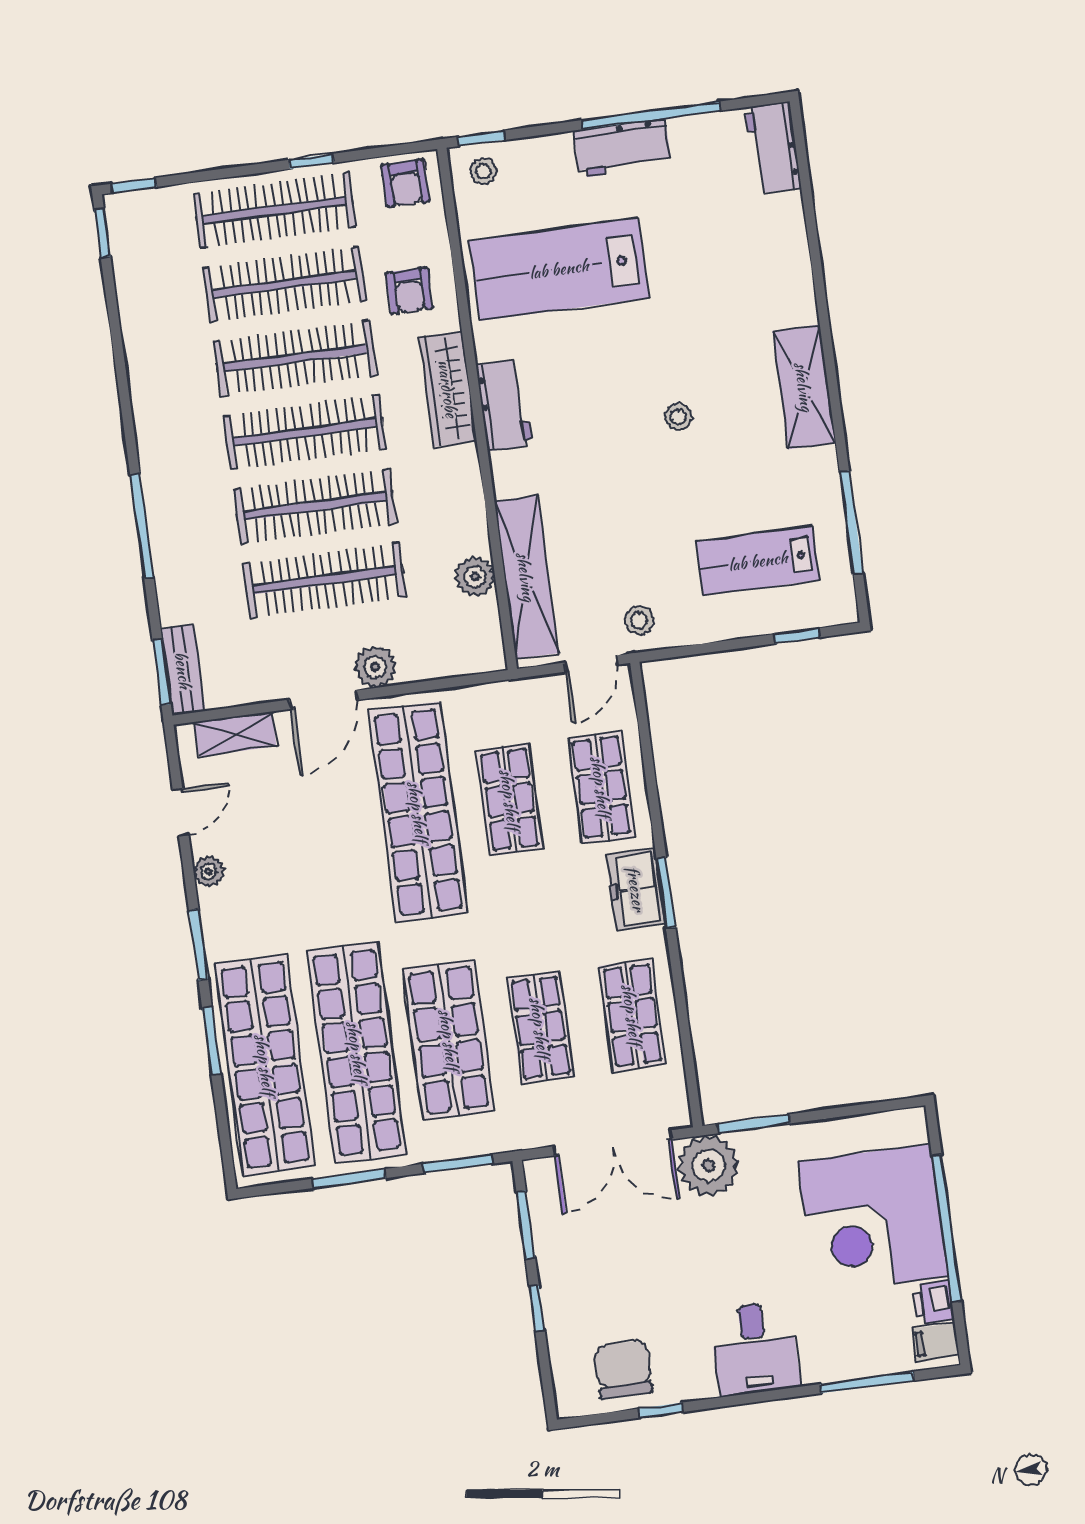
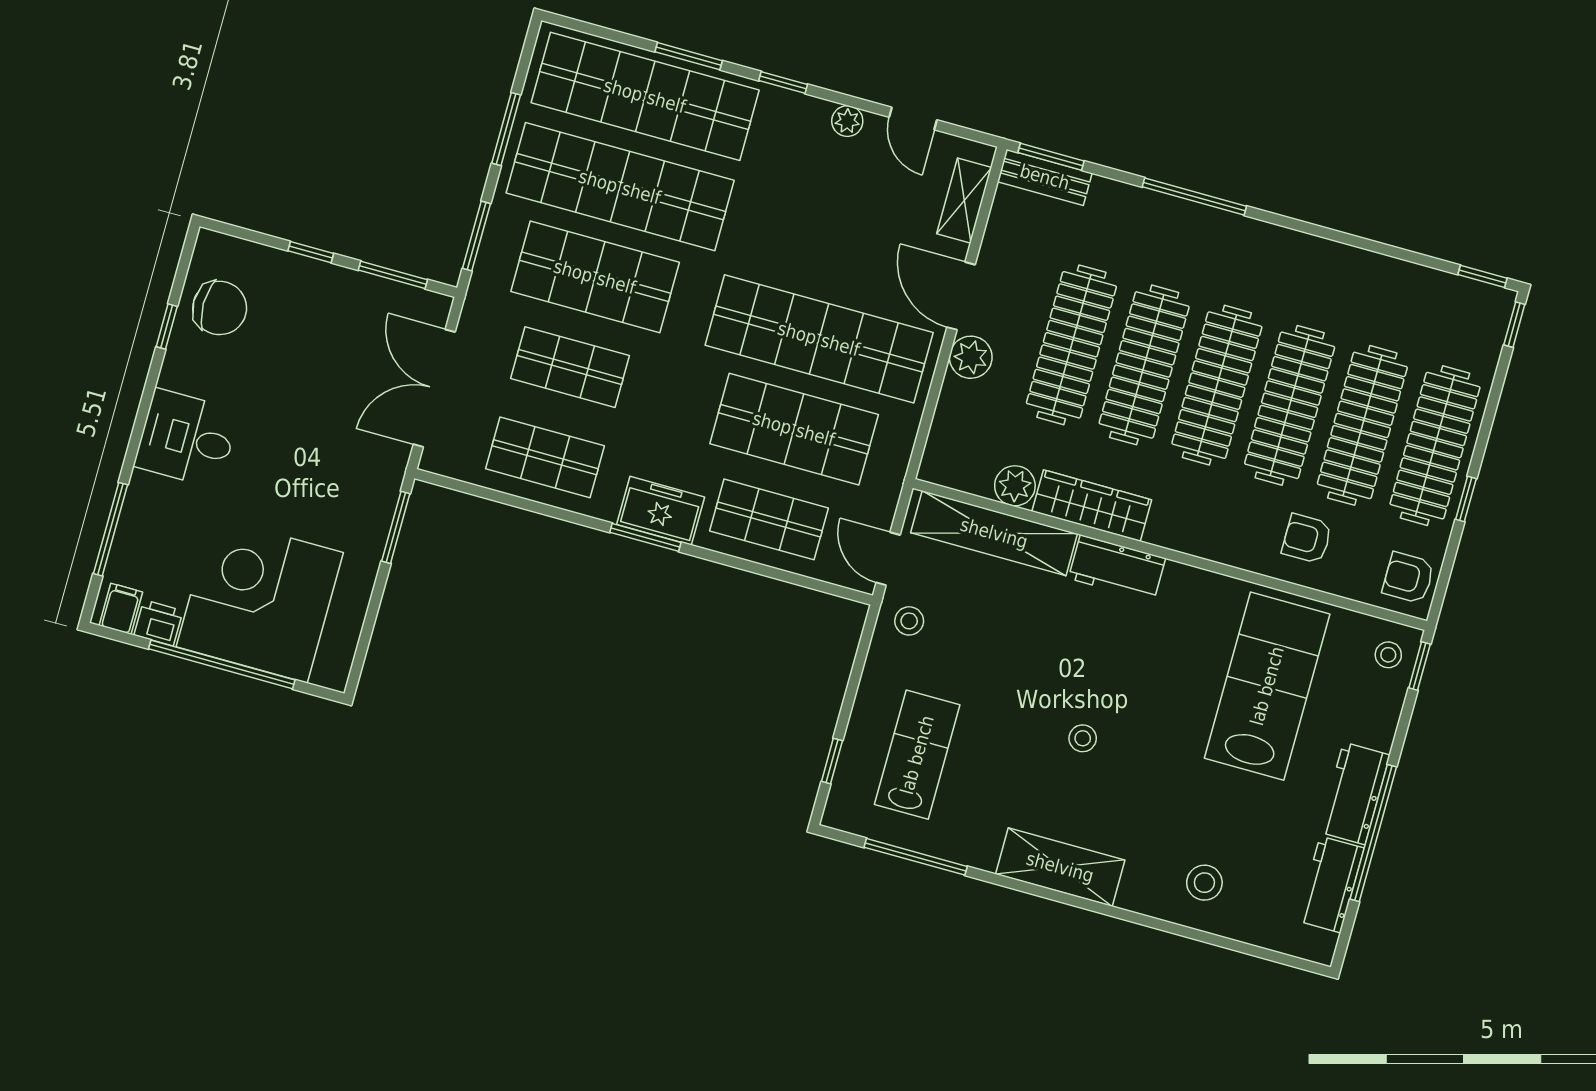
workbench: (773, 148) -> (1331, 884), moved, turned -90
stool: (762, 250) -> (1204, 883), added
wardrobe: (448, 389) -> (1092, 506), moved
workbench: (504, 405) -> (1117, 568), moved
shop shelf: (510, 800) -> (794, 429), width x1.43, depth x1.36
window: (199, 945) -> (783, 82), width x0.67
plant: (709, 1165) -> (375, 468), removed

